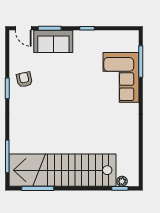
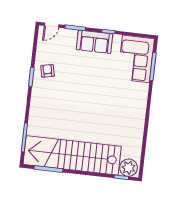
door: (23, 28) -> (52, 25), hinge flipped
sofa: (53, 41) -> (95, 42), moved
corner sofa: (121, 77) -> (136, 59), moved
plant: (122, 181) -> (129, 168), width x1.88, depth x1.88

